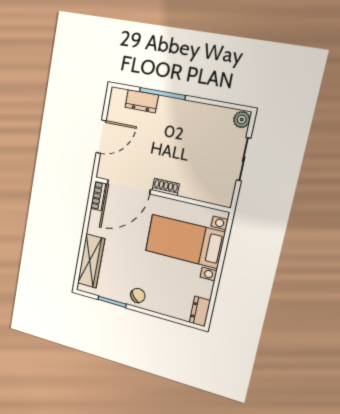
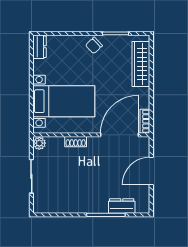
plant: (242, 120) -> (39, 143), moved
shoe rack: (166, 187) -> (76, 142), moved

